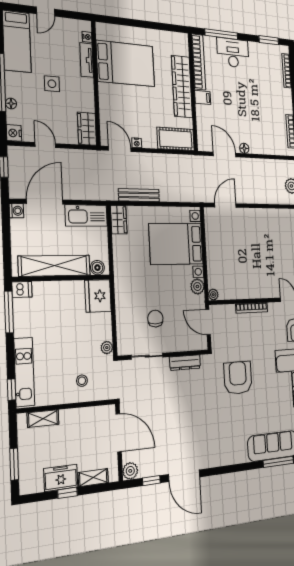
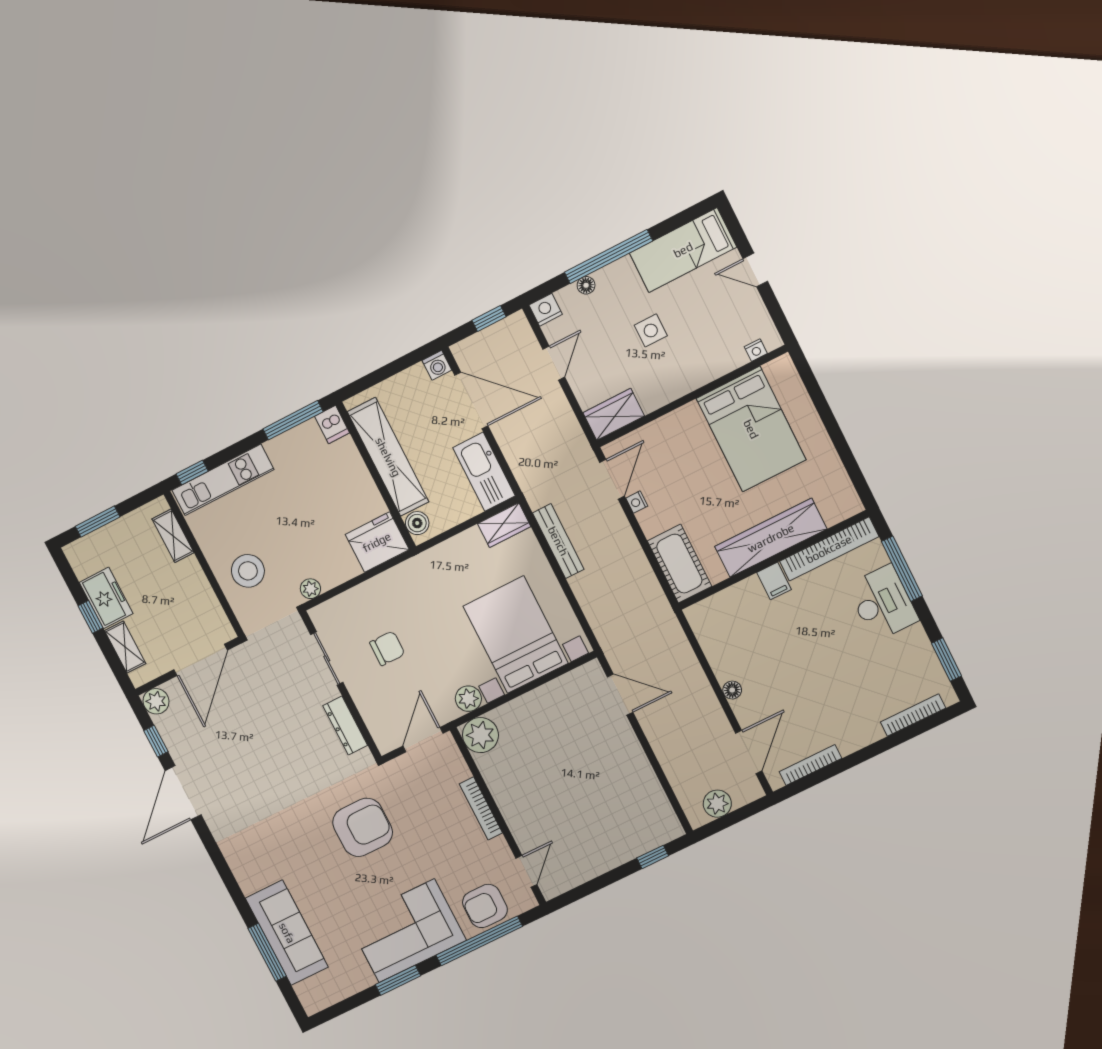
tv unit: (87, 60) -> (719, 366), removed
door: (225, 154) -> (749, 752), moved
plant: (213, 295) -> (480, 735), width x1.87, depth x1.87
stool: (82, 381) -> (248, 571), width x1.89, depth x1.89

